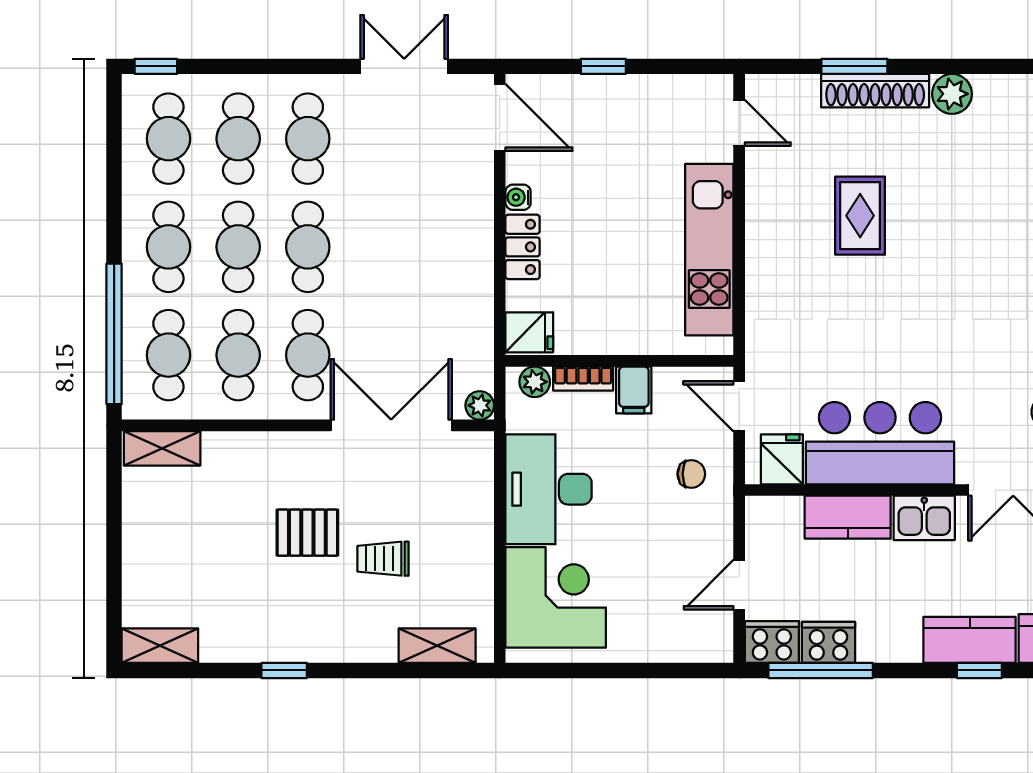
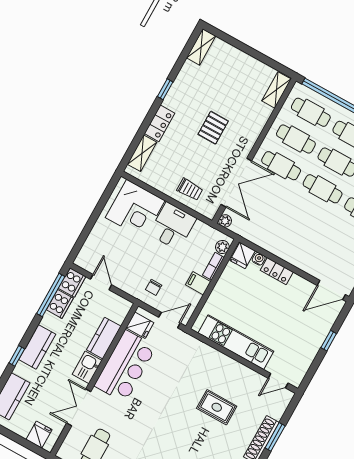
water cooler: (518, 197) -> (259, 259), moved
desk: (549, 489) -> (173, 226), width x0.73
trolley: (383, 559) -> (190, 189), moved, turned 90
kitchen counter: (970, 640) -> (37, 347), moved
locker: (358, 644) -> (160, 123), added

